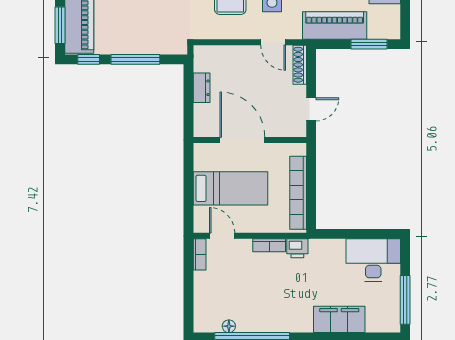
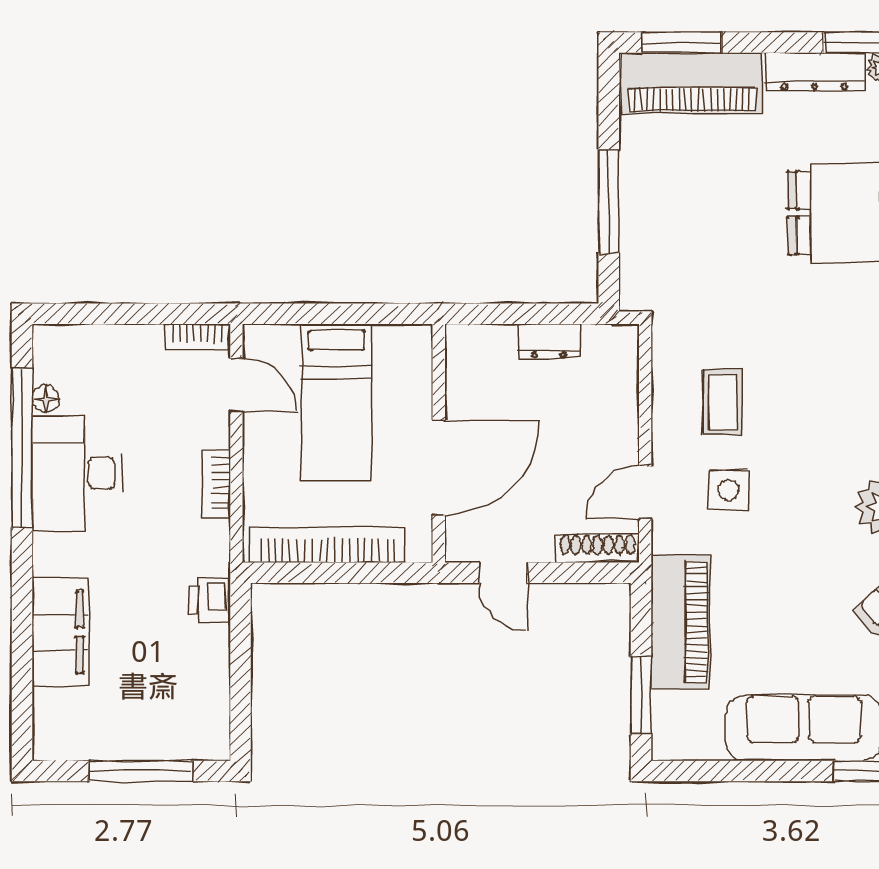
window: (89, 59) -> (609, 103), removed
door: (242, 140) -> (439, 467), moved
door: (222, 236) -> (236, 385), hinge flipped
printer: (297, 248) -> (210, 600), moved
desk: (373, 260) -> (77, 473), moved, turned 180
window: (405, 300) -> (141, 771), moved

